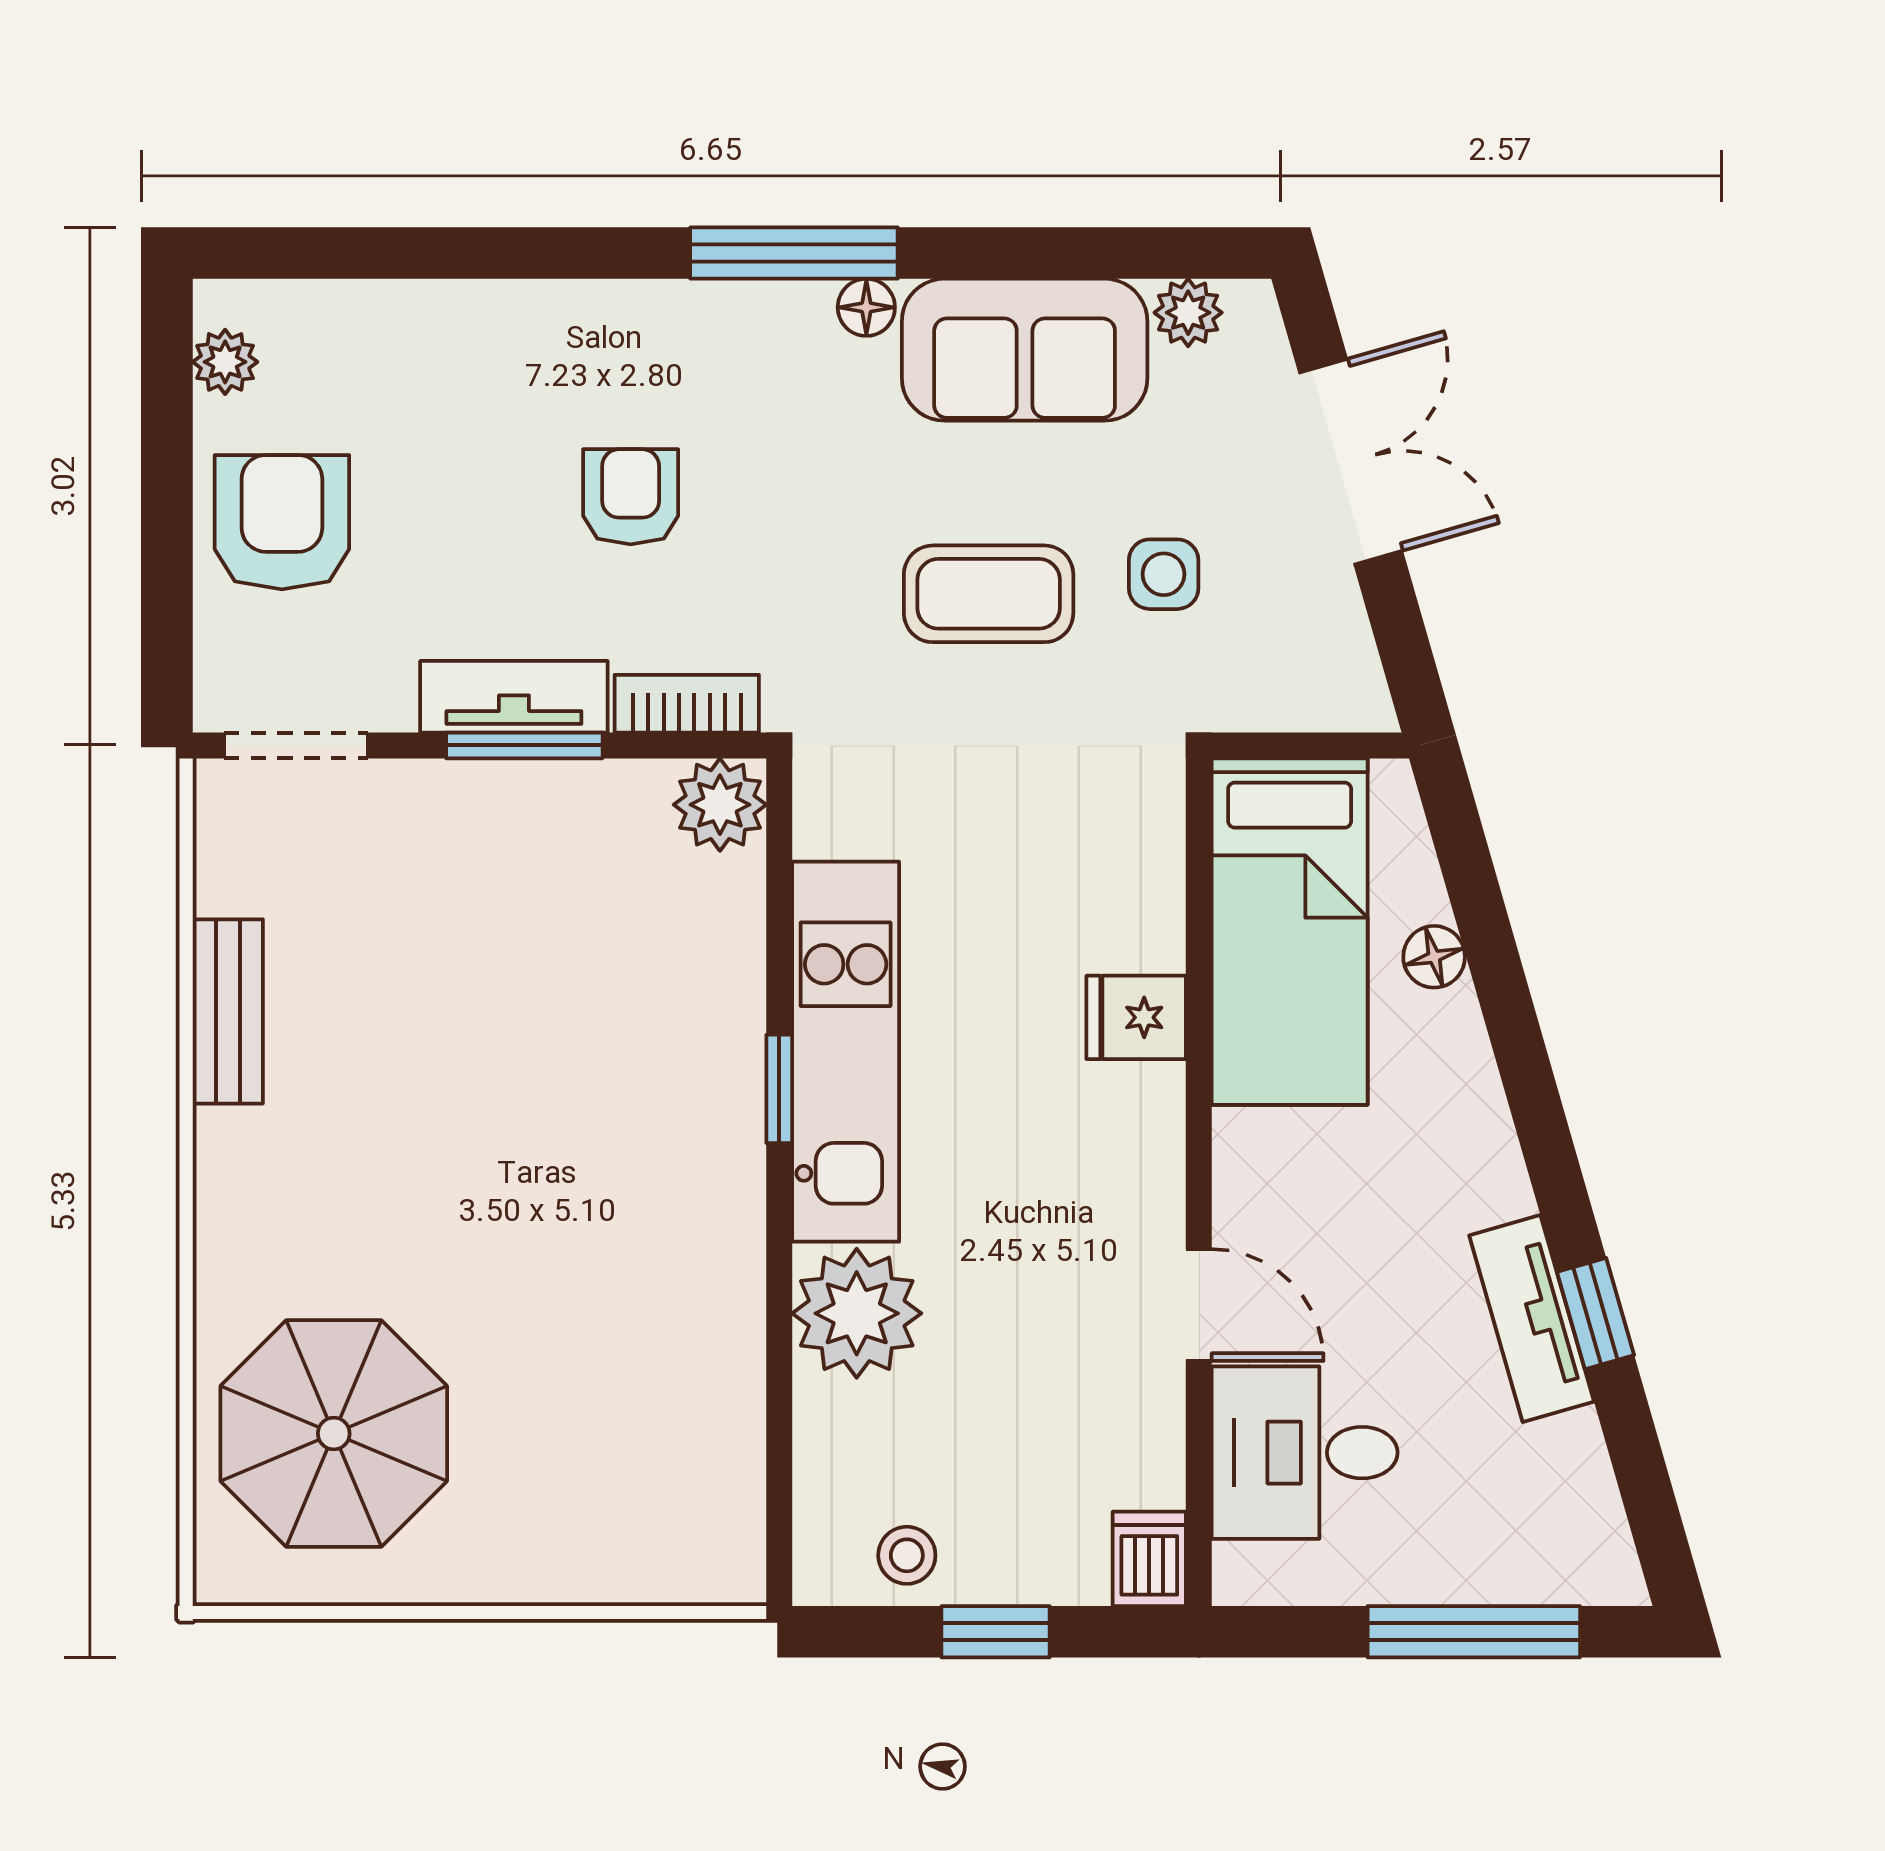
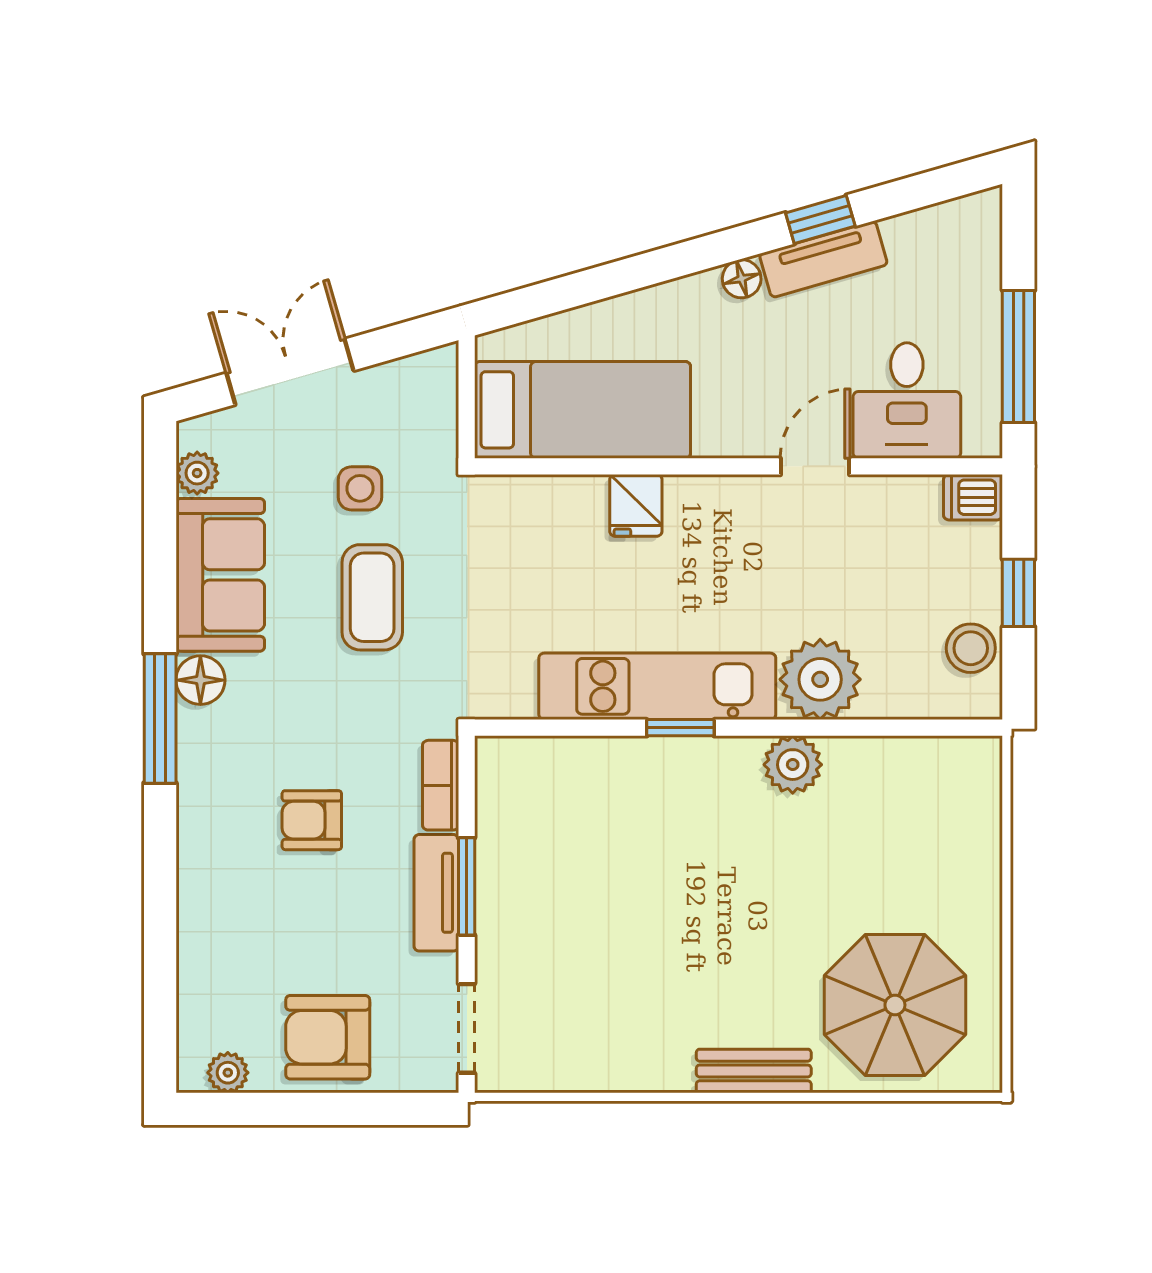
floor lamp: (866, 307) -> (200, 680), width x1.37, depth x1.37
plant: (720, 805) -> (793, 765), moved
floor lamp: (1434, 957) -> (742, 279), moved
bench: (228, 1011) -> (754, 1071), moved
stool: (907, 1555) -> (971, 648), width x1.37, depth x1.37
window: (1474, 1632) -> (1018, 357), moved

